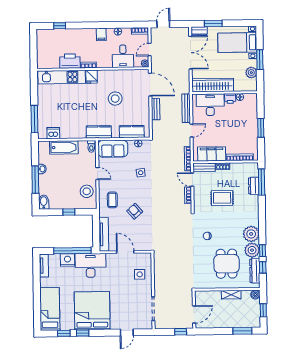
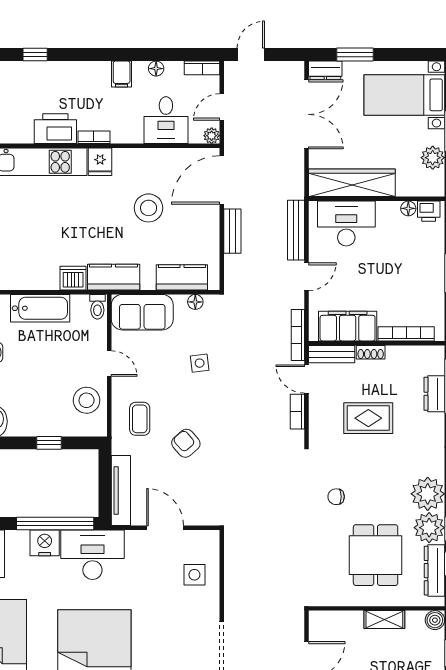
door: (150, 85) -> (222, 180), swing flipped
printer: (230, 98) -> (429, 211), moved
dishwasher: (53, 133) -> (73, 278), moved

